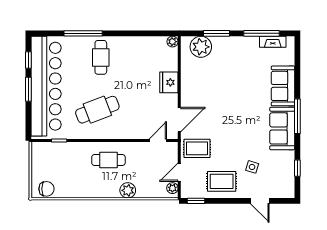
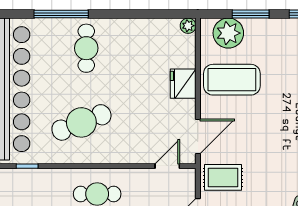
coffee table: (203, 80) -> (232, 80), added

